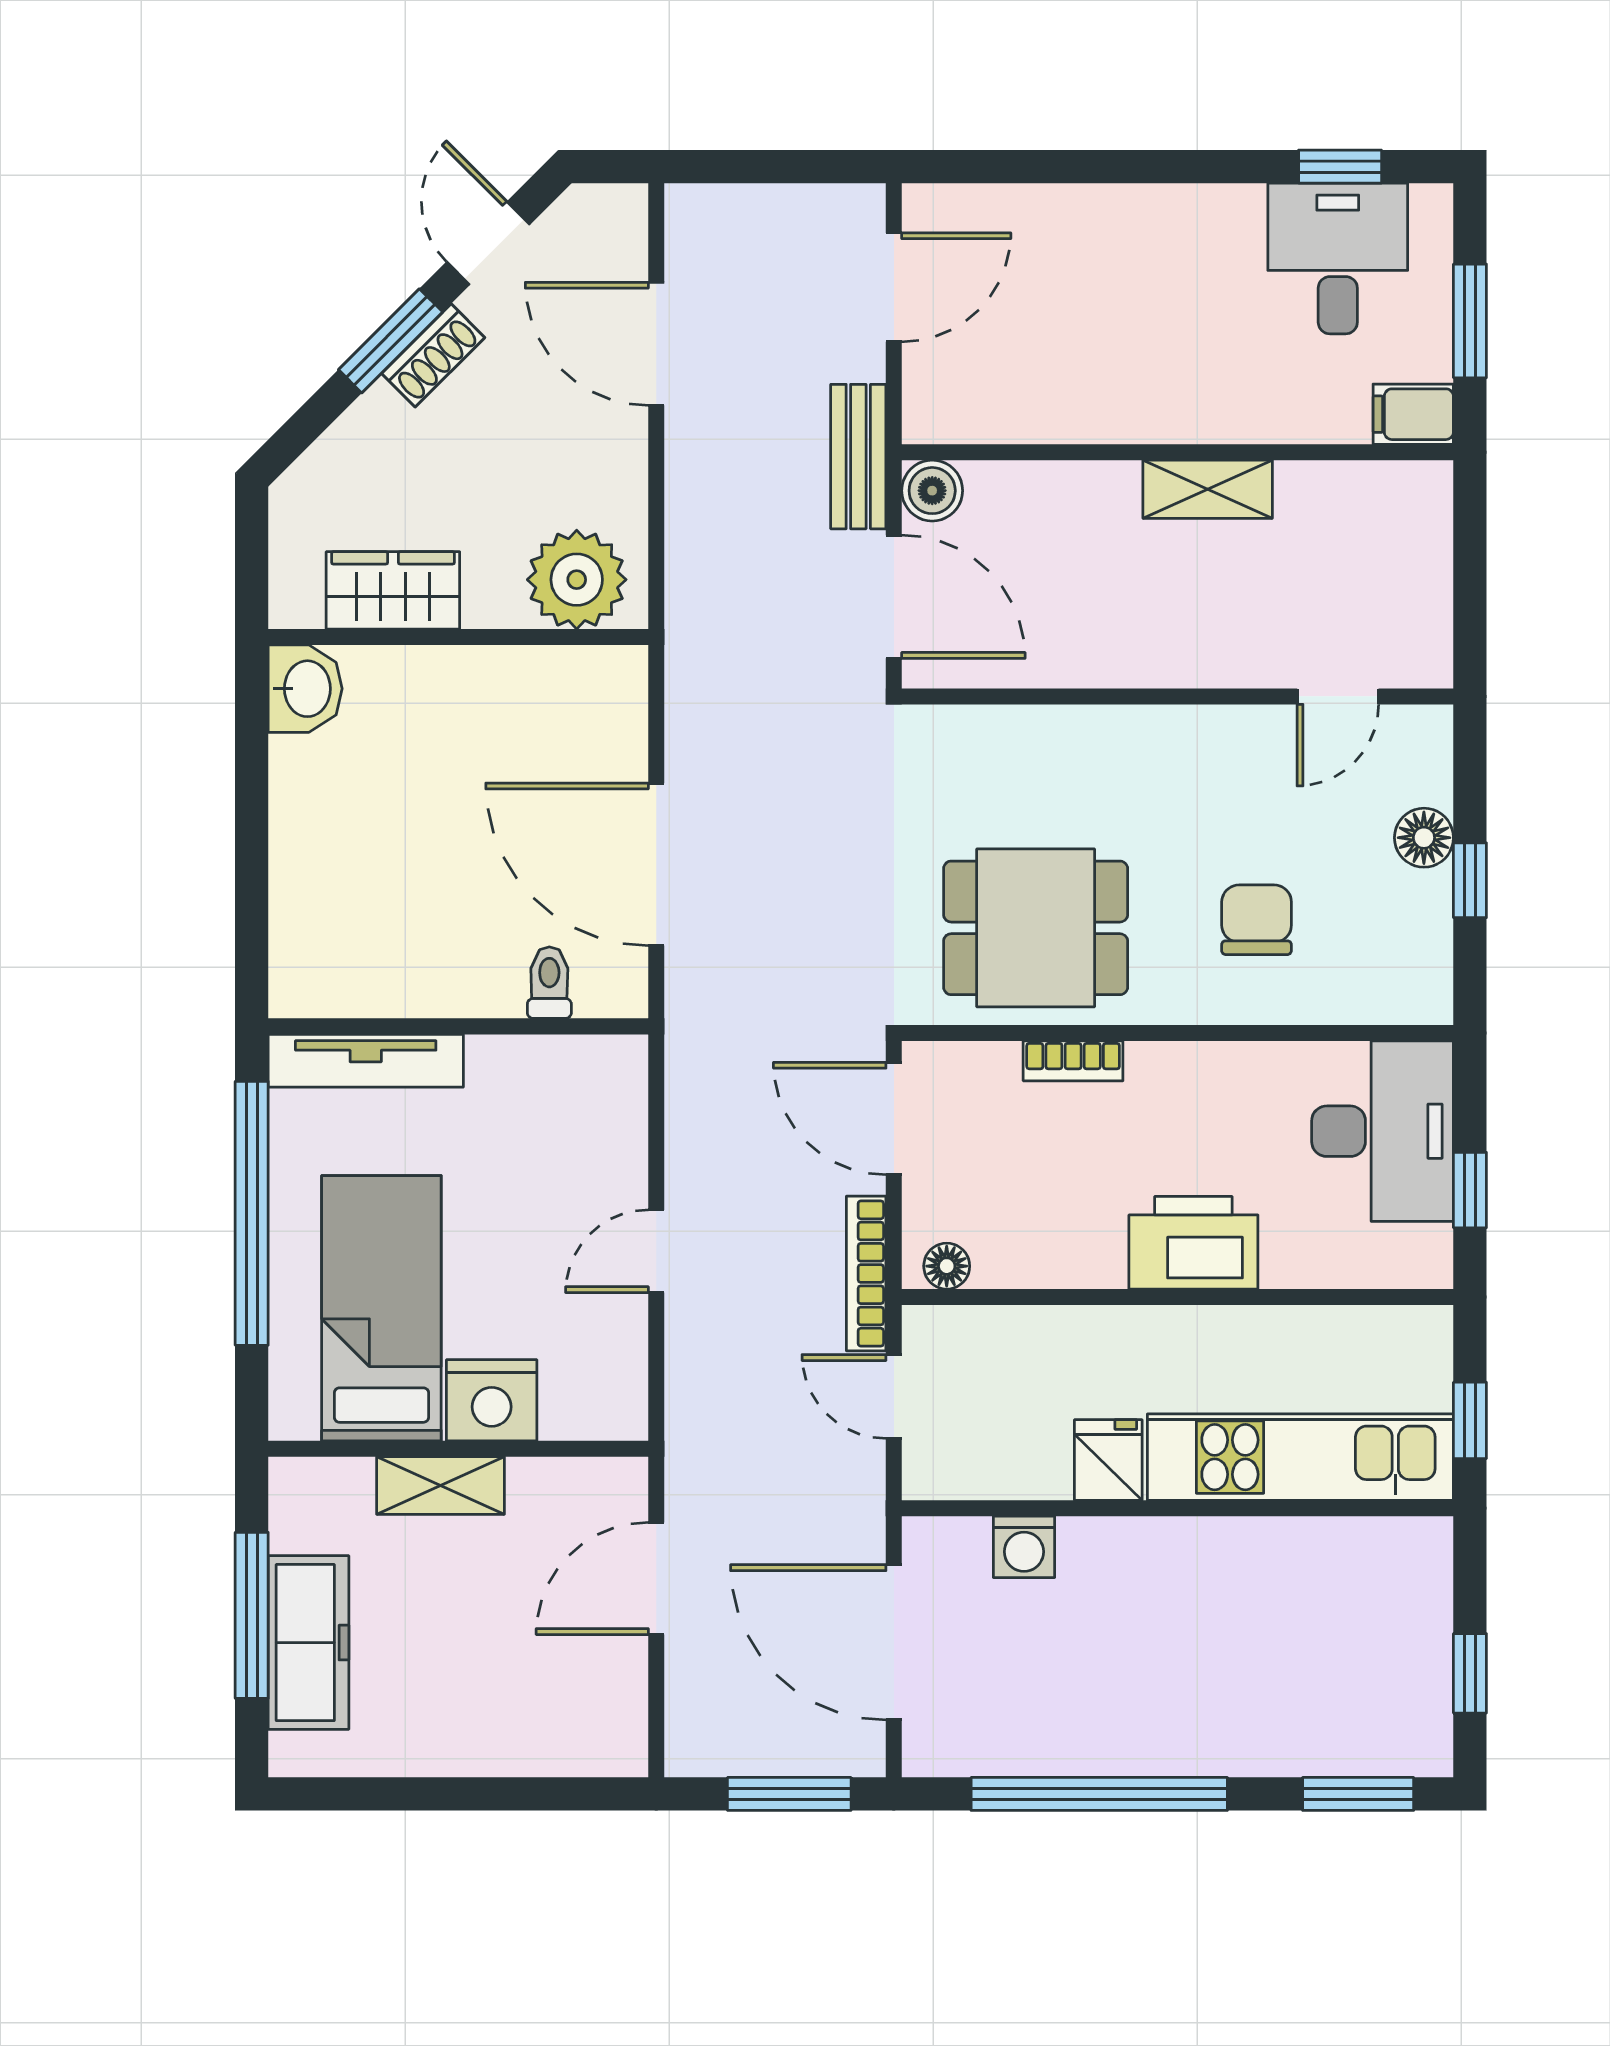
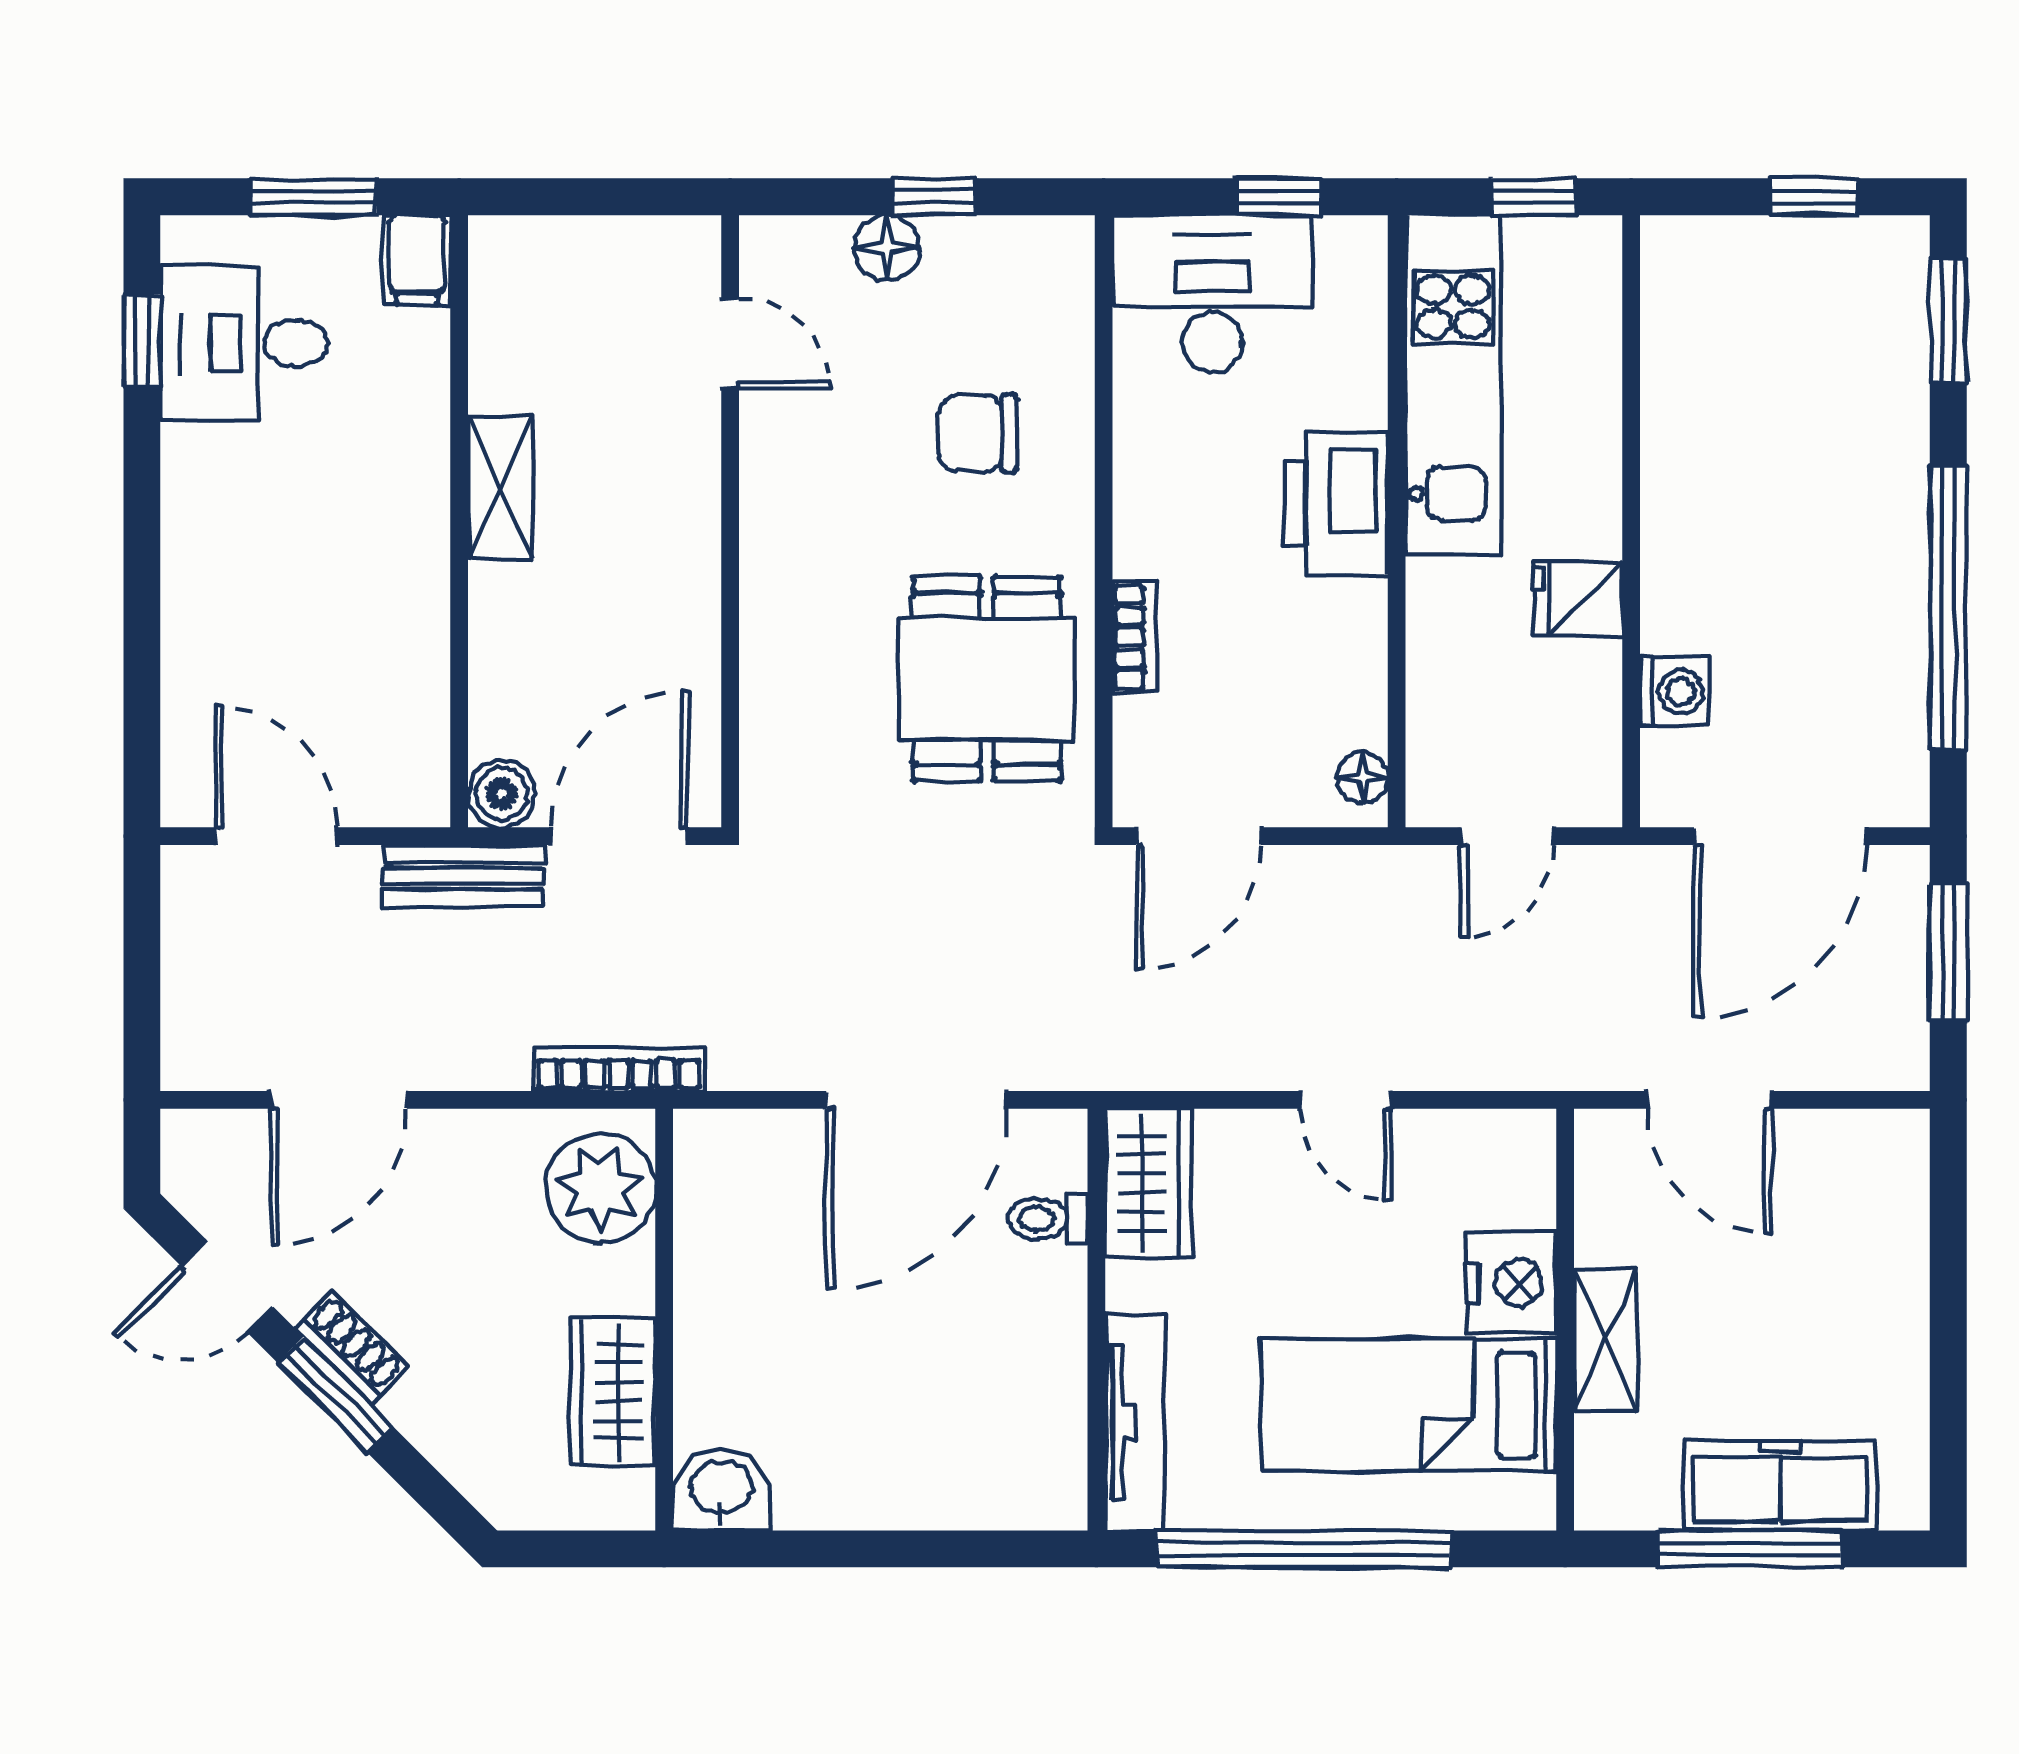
wardrobe: (581, 1073) -> (1148, 1183), added
bookcase: (866, 1274) -> (619, 1069), moved, turned 180
kitchen unit: (1300, 1457) -> (1453, 385), moved, turned 180

